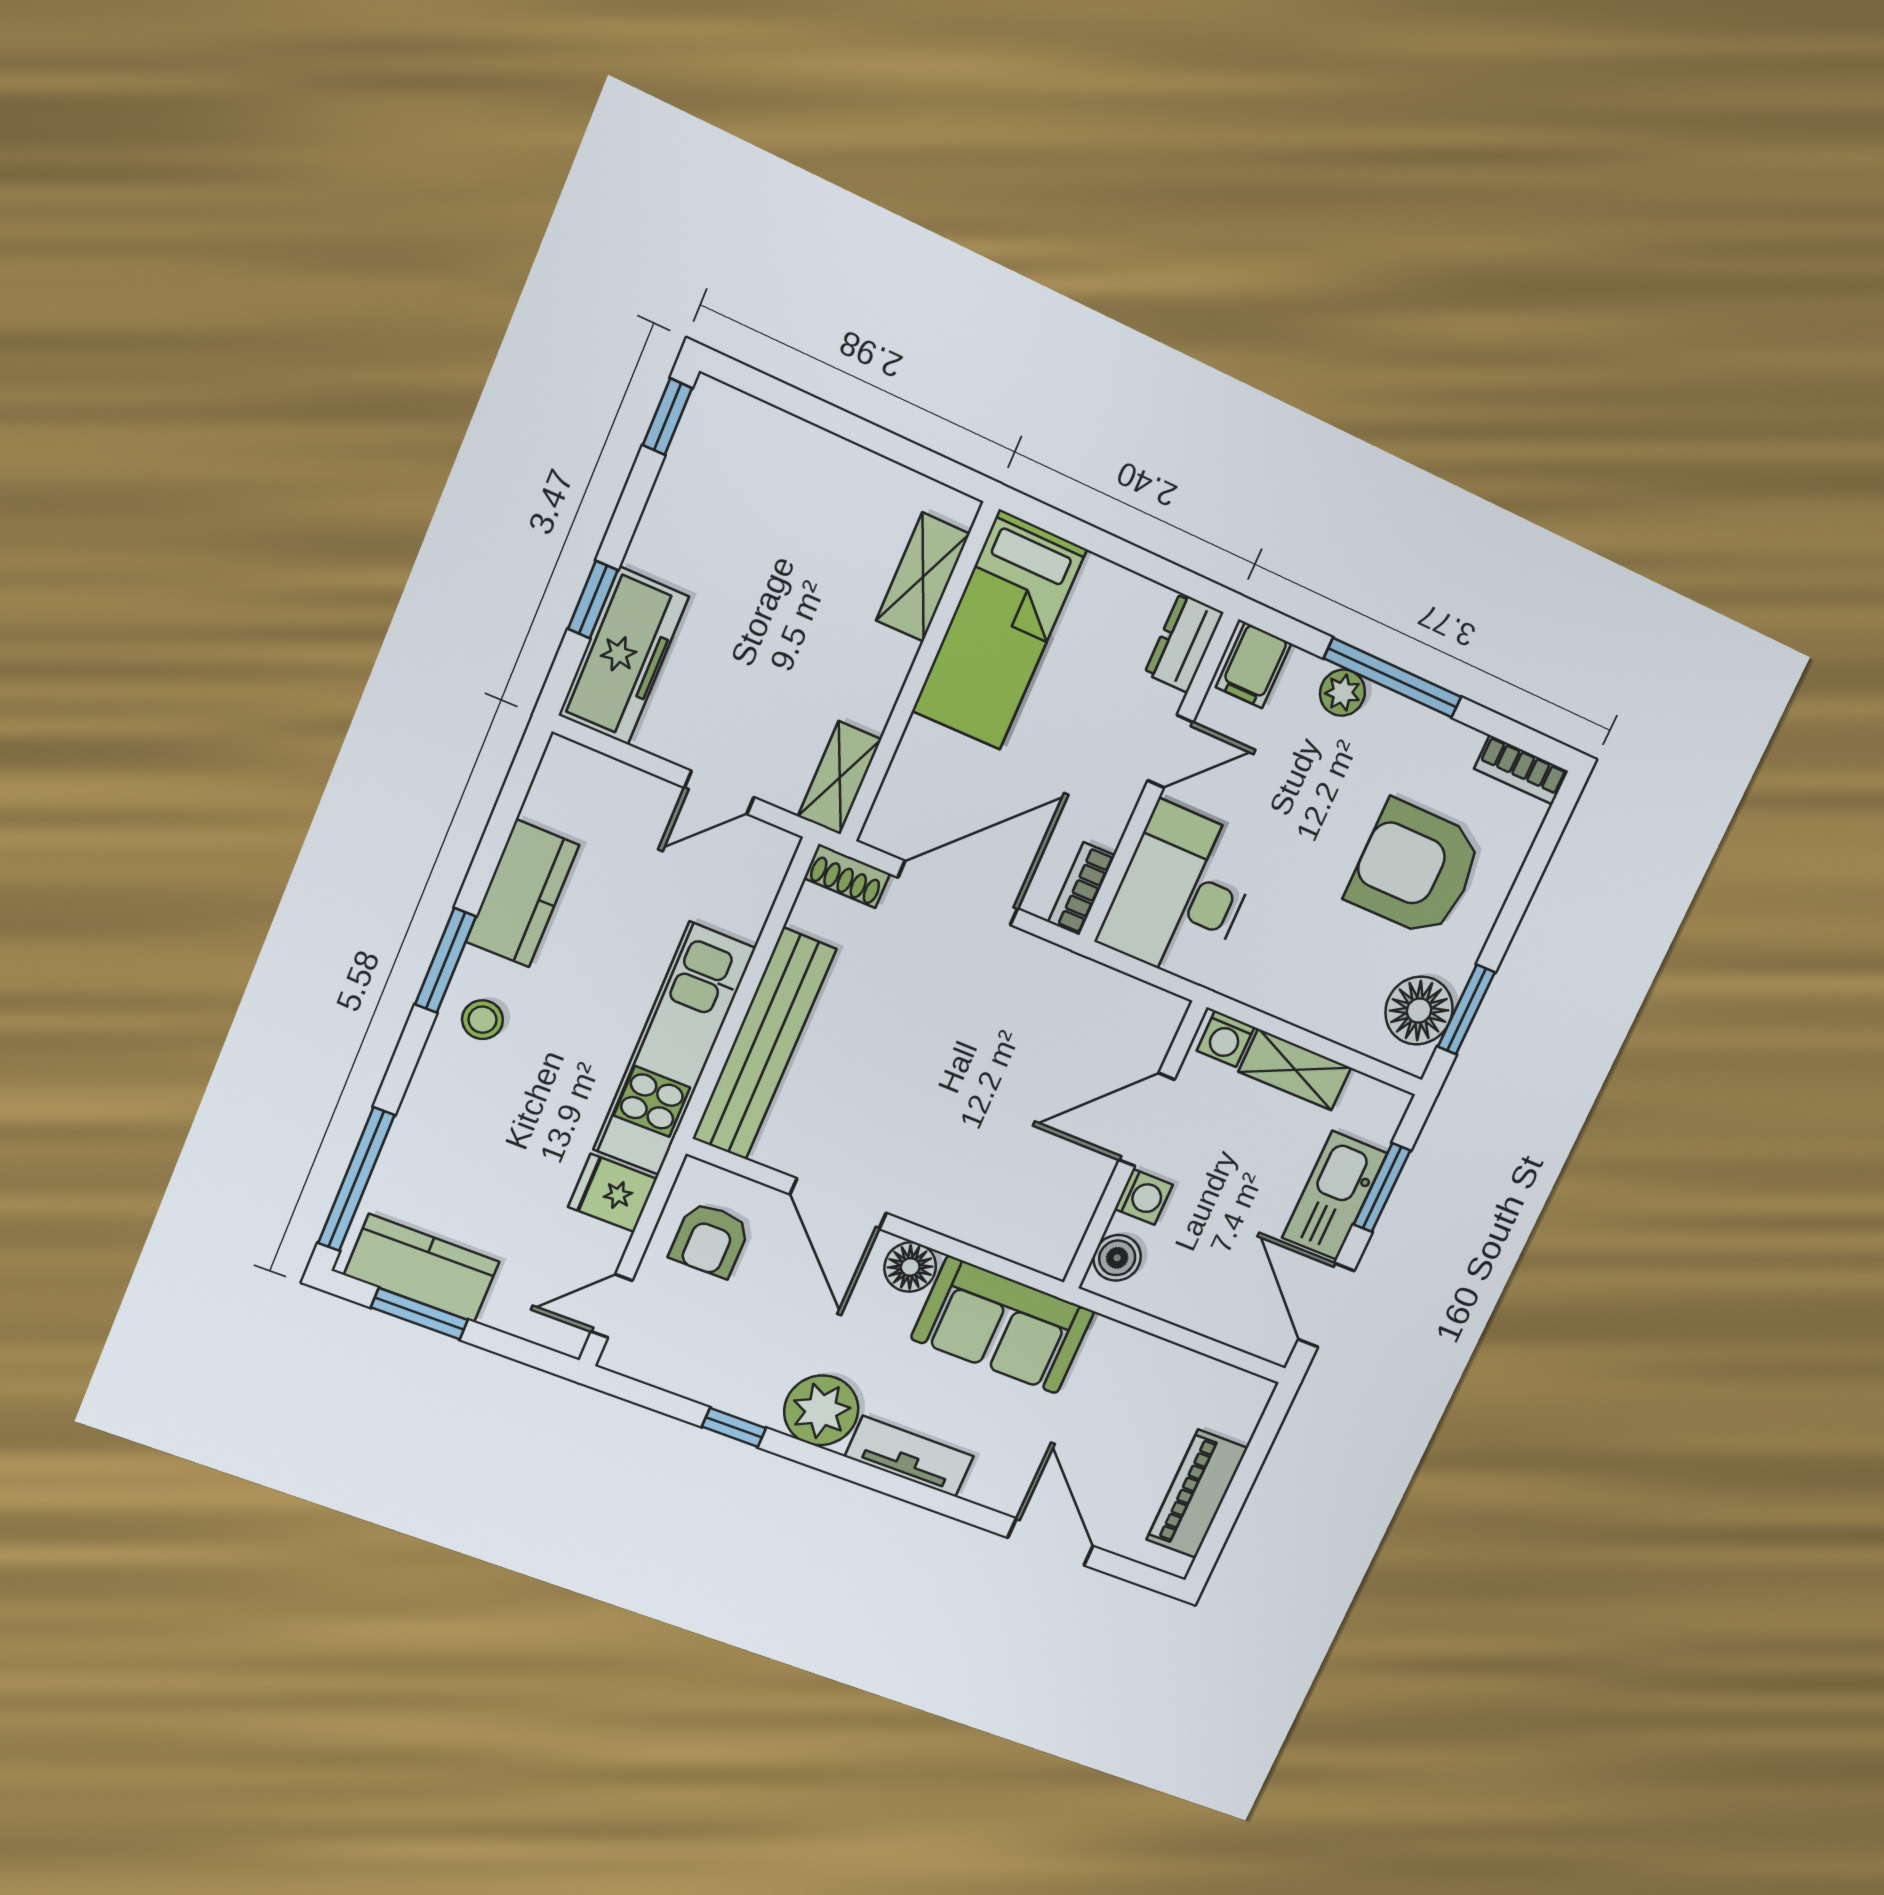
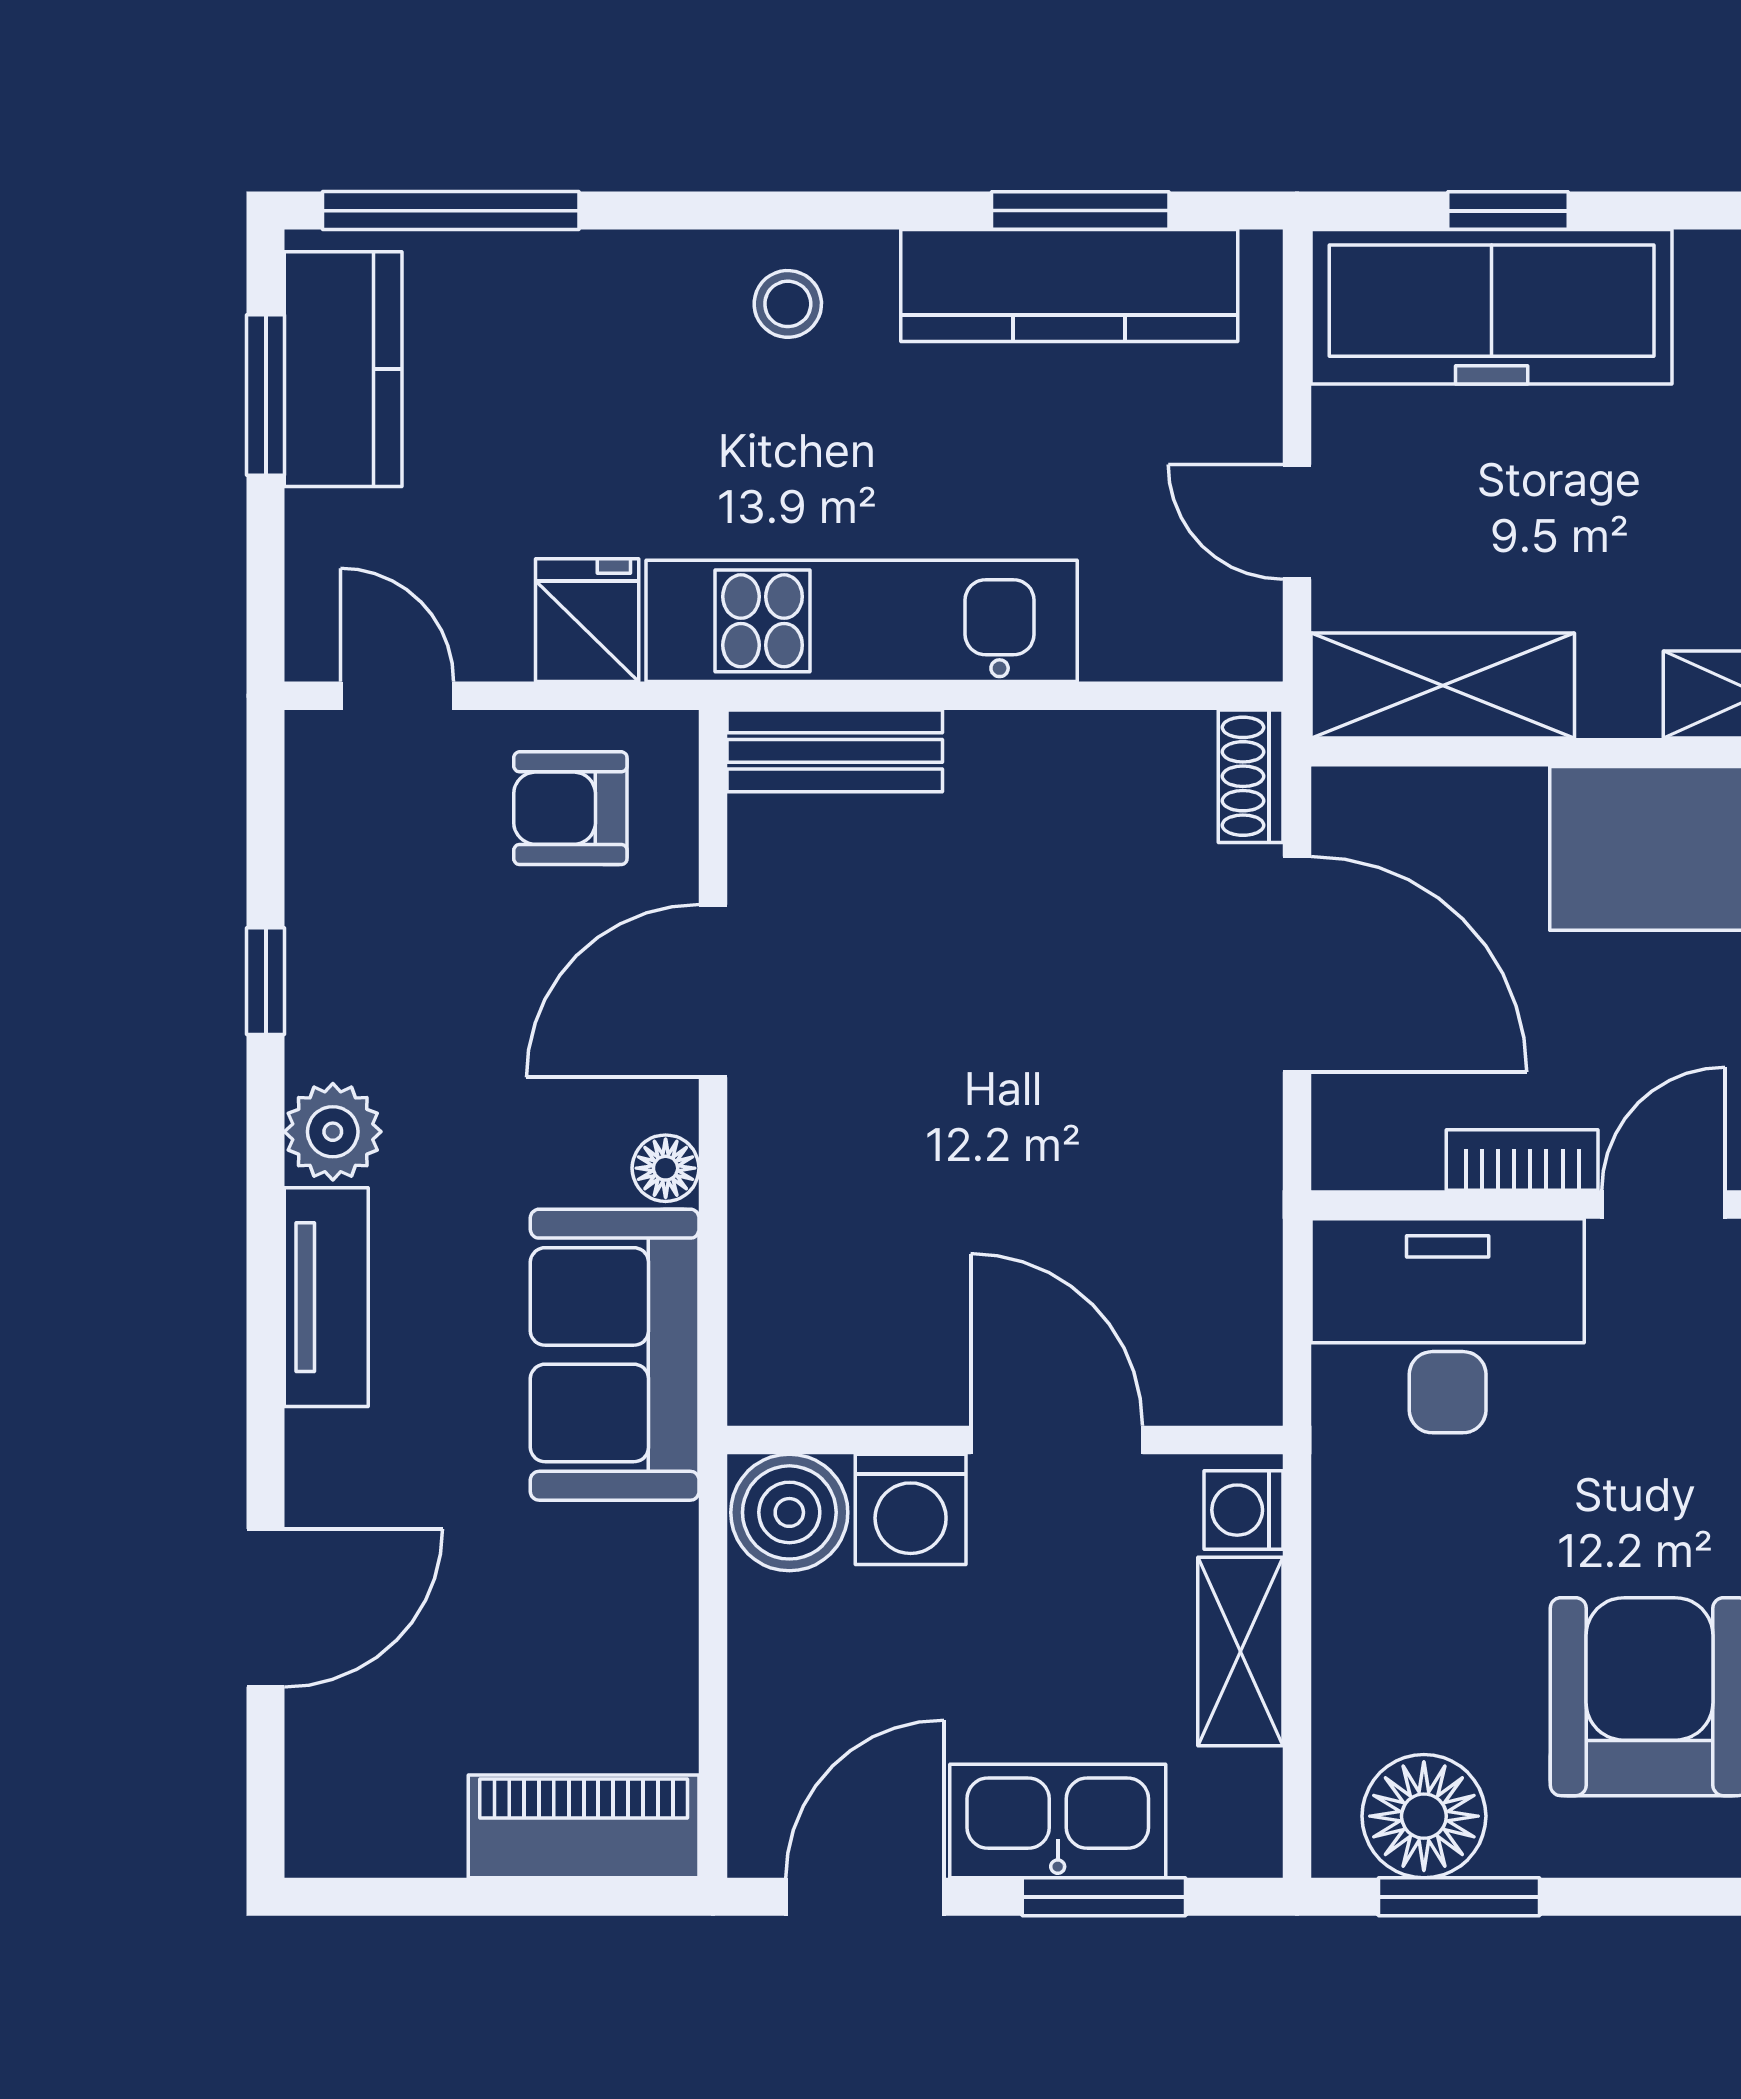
freezer: (624, 656) -> (1492, 307), width x1.36, depth x1.26
door: (1170, 751) -> (1663, 1204), swing flipped
shelving: (840, 778) -> (1443, 685), width x1.50, depth x1.33
bookcase: (1081, 889) -> (1522, 1160), moved
kitchen counter: (522, 893) -> (1069, 286), width x1.50
window: (445, 961) -> (1080, 211), moved
bench: (764, 1044) -> (835, 751), width x0.54, depth x0.82
washing machine: (1144, 1197) -> (911, 1509), width x1.38, depth x1.38
boiler: (1117, 1258) -> (789, 1512), width x1.36, depth x1.36
floor lamp: (910, 1267) -> (666, 1168), width x0.73, depth x0.73
plant: (821, 1410) -> (333, 1132), width x0.73, depth x0.73
piano: (1197, 1494) -> (584, 1826), moved

